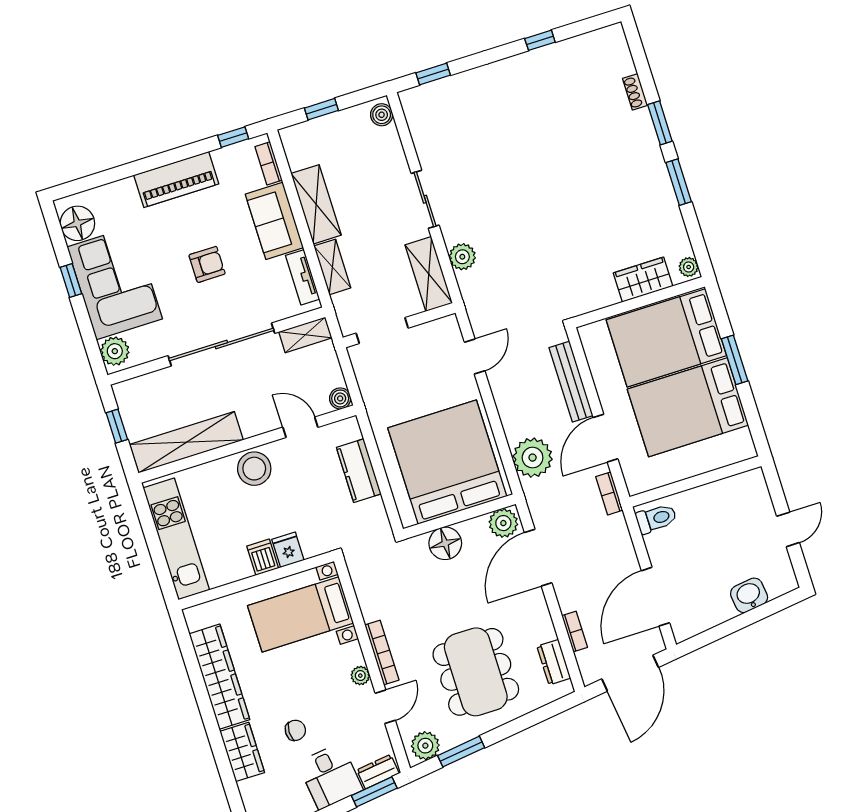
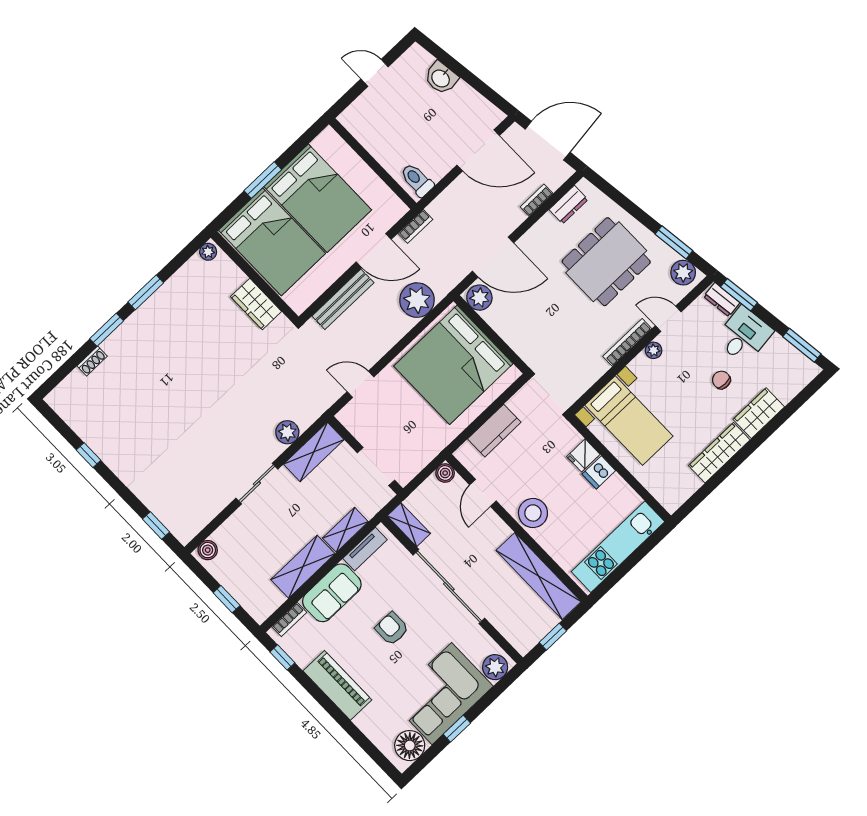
wardrobe: (643, 280) -> (256, 304), moved
floor lamp: (445, 543) -> (518, 335), removed
wardrobe: (219, 677) -> (719, 453), width x0.71, depth x0.85

